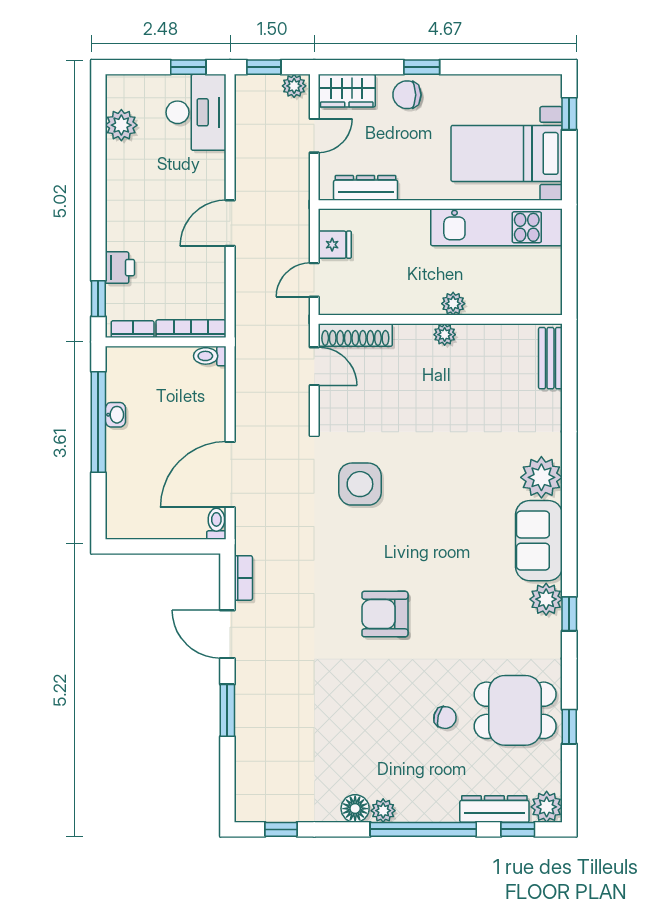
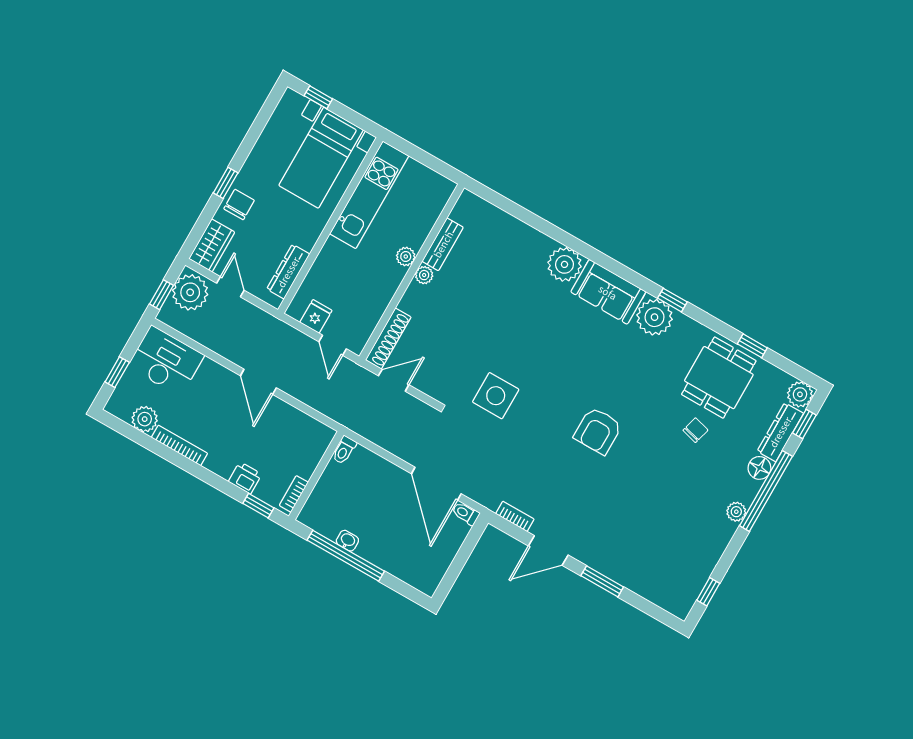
window: (188, 67) -> (117, 372), moved
plant: (294, 86) -> (190, 292), width x1.87, depth x1.87
chair: (407, 95) -> (239, 205), turned 180
bookcase: (191, 329) -> (179, 445), moved, turned 90
bench: (550, 358) -> (443, 244), moved, turned 90
plant: (546, 599) -> (654, 317), width x1.36, depth x1.36
floor lamp: (355, 809) -> (759, 468), moved

